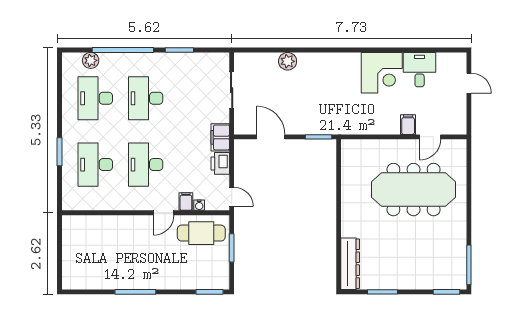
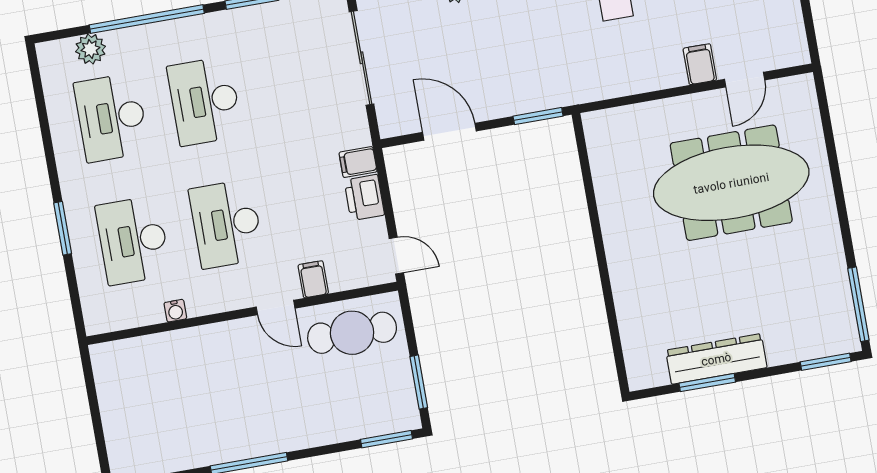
sliding door: (232, 90) -> (362, 58), width x1.37
filing cabinet: (220, 137) -> (358, 162), width x0.50
water cooler: (199, 205) -> (175, 311), moved
door: (164, 213) -> (276, 308), hinge flipped
window: (232, 248) -> (419, 382), moved
dresser: (350, 264) -> (716, 359), moved, turned -90

